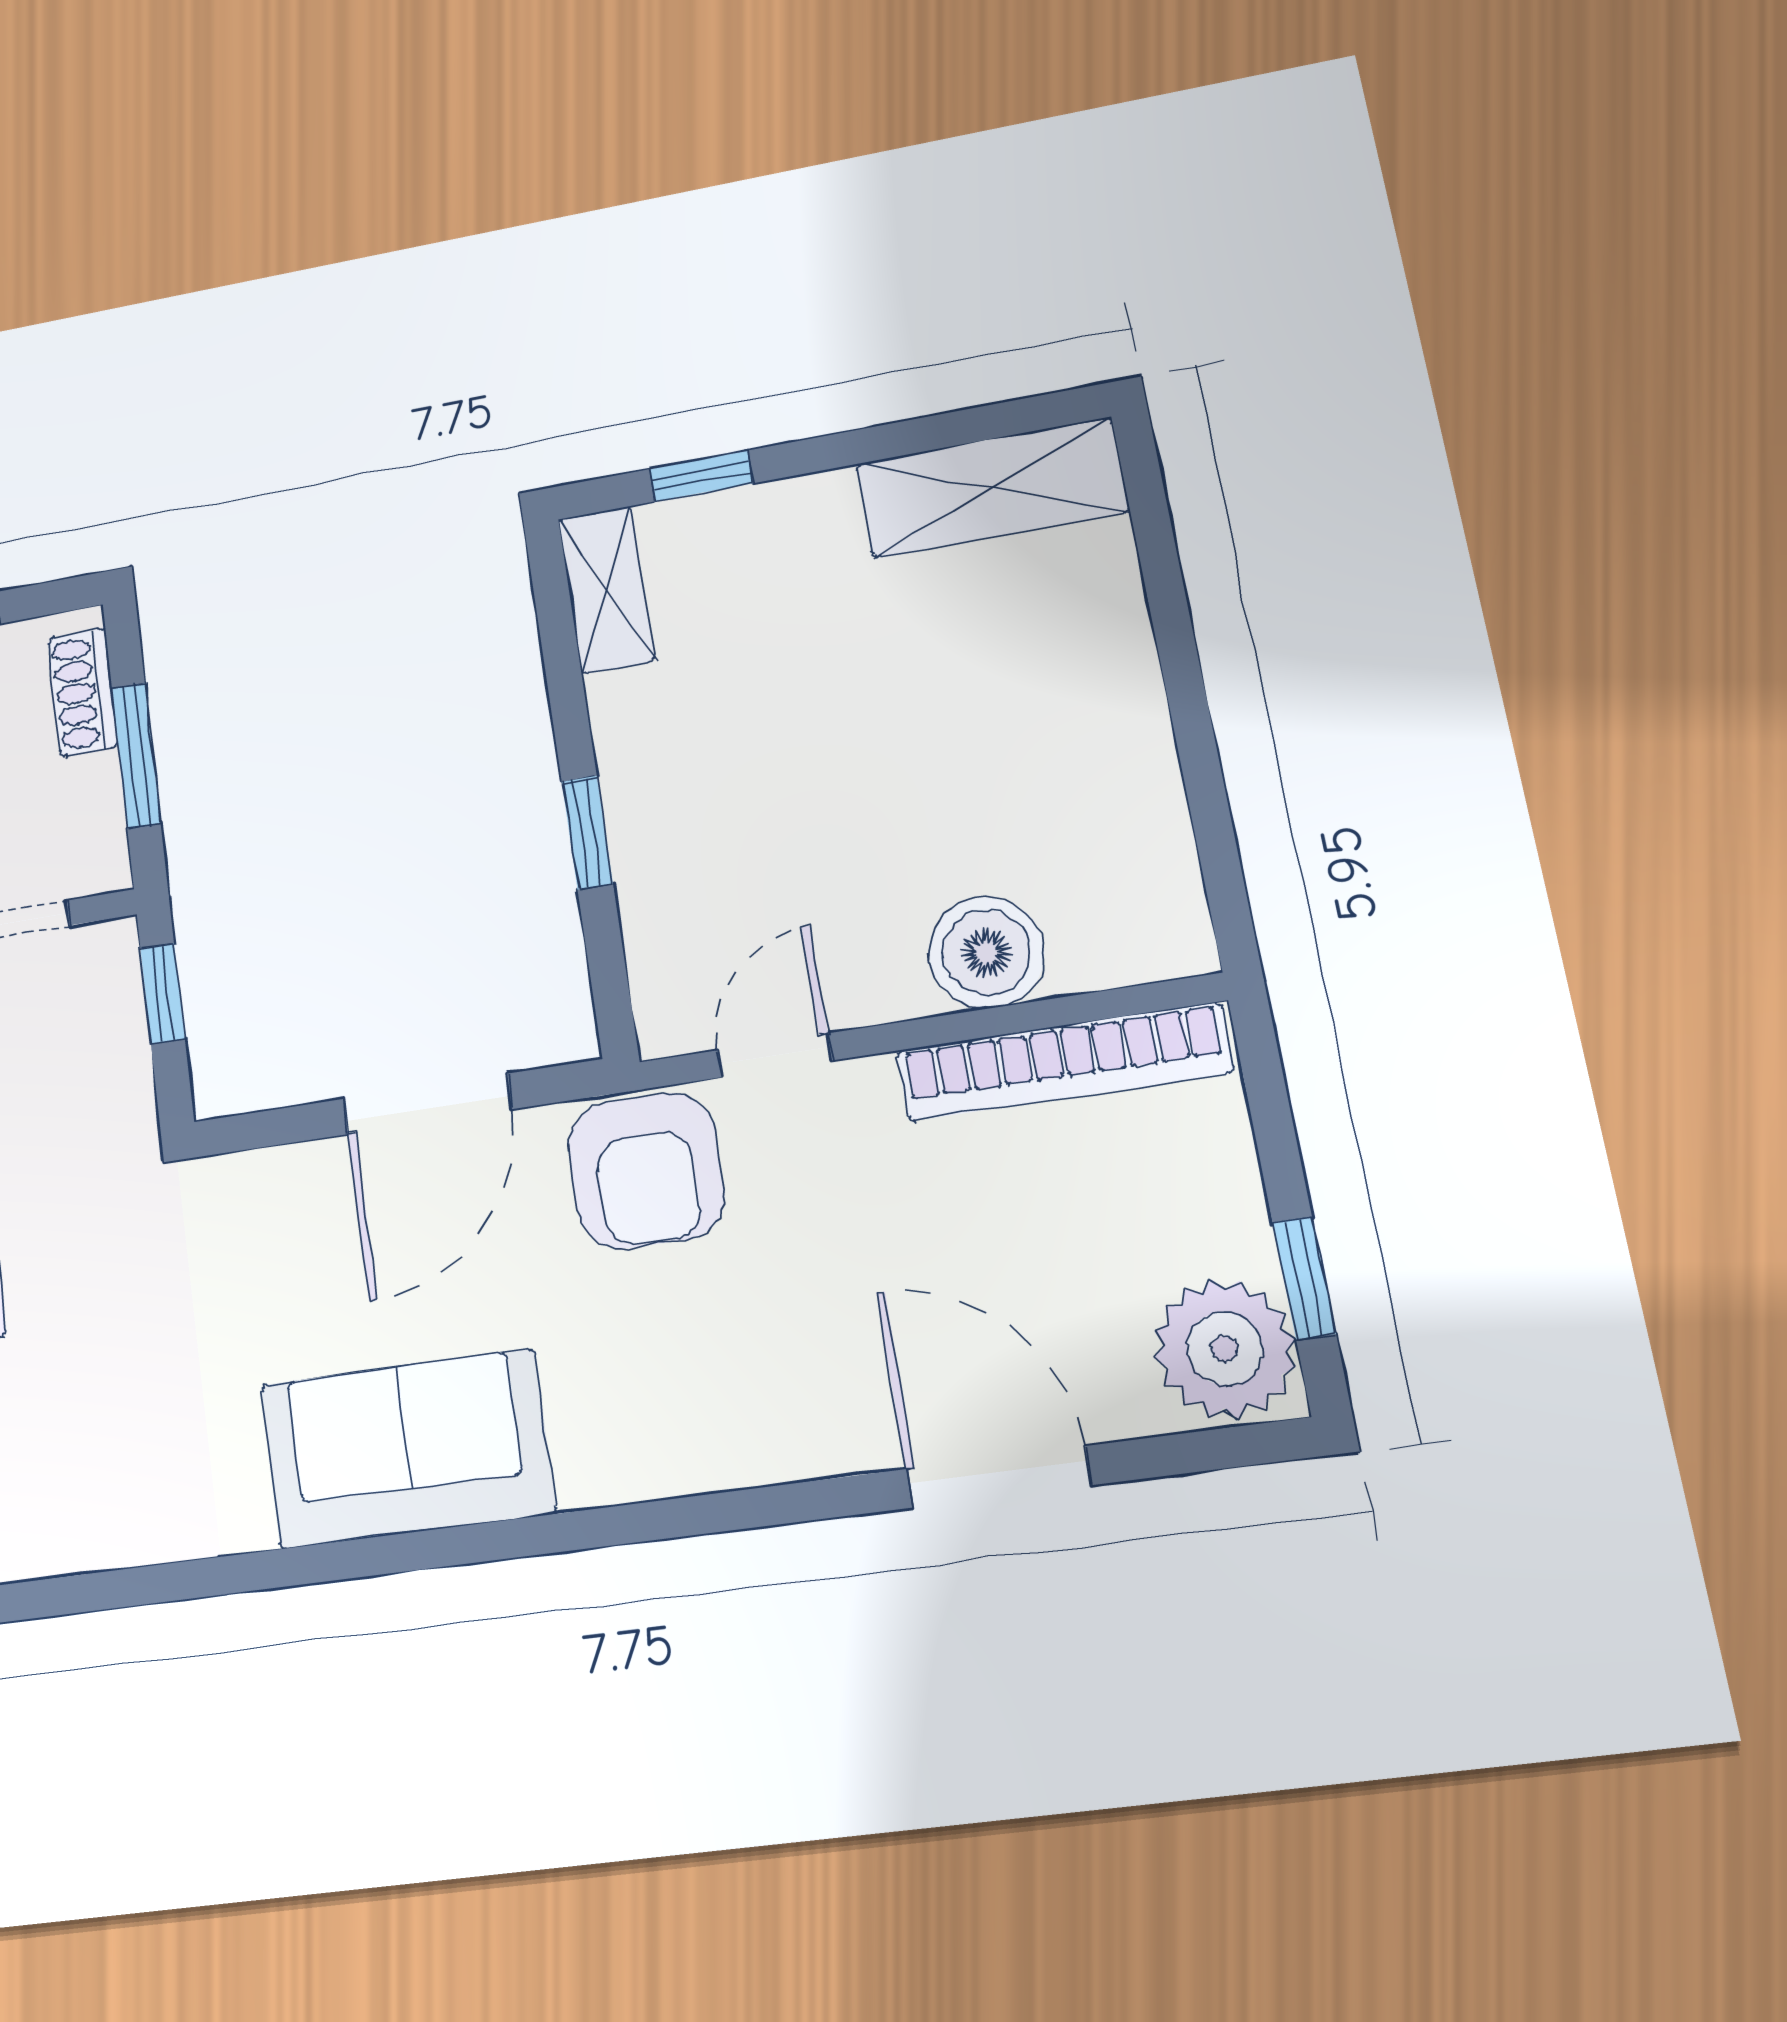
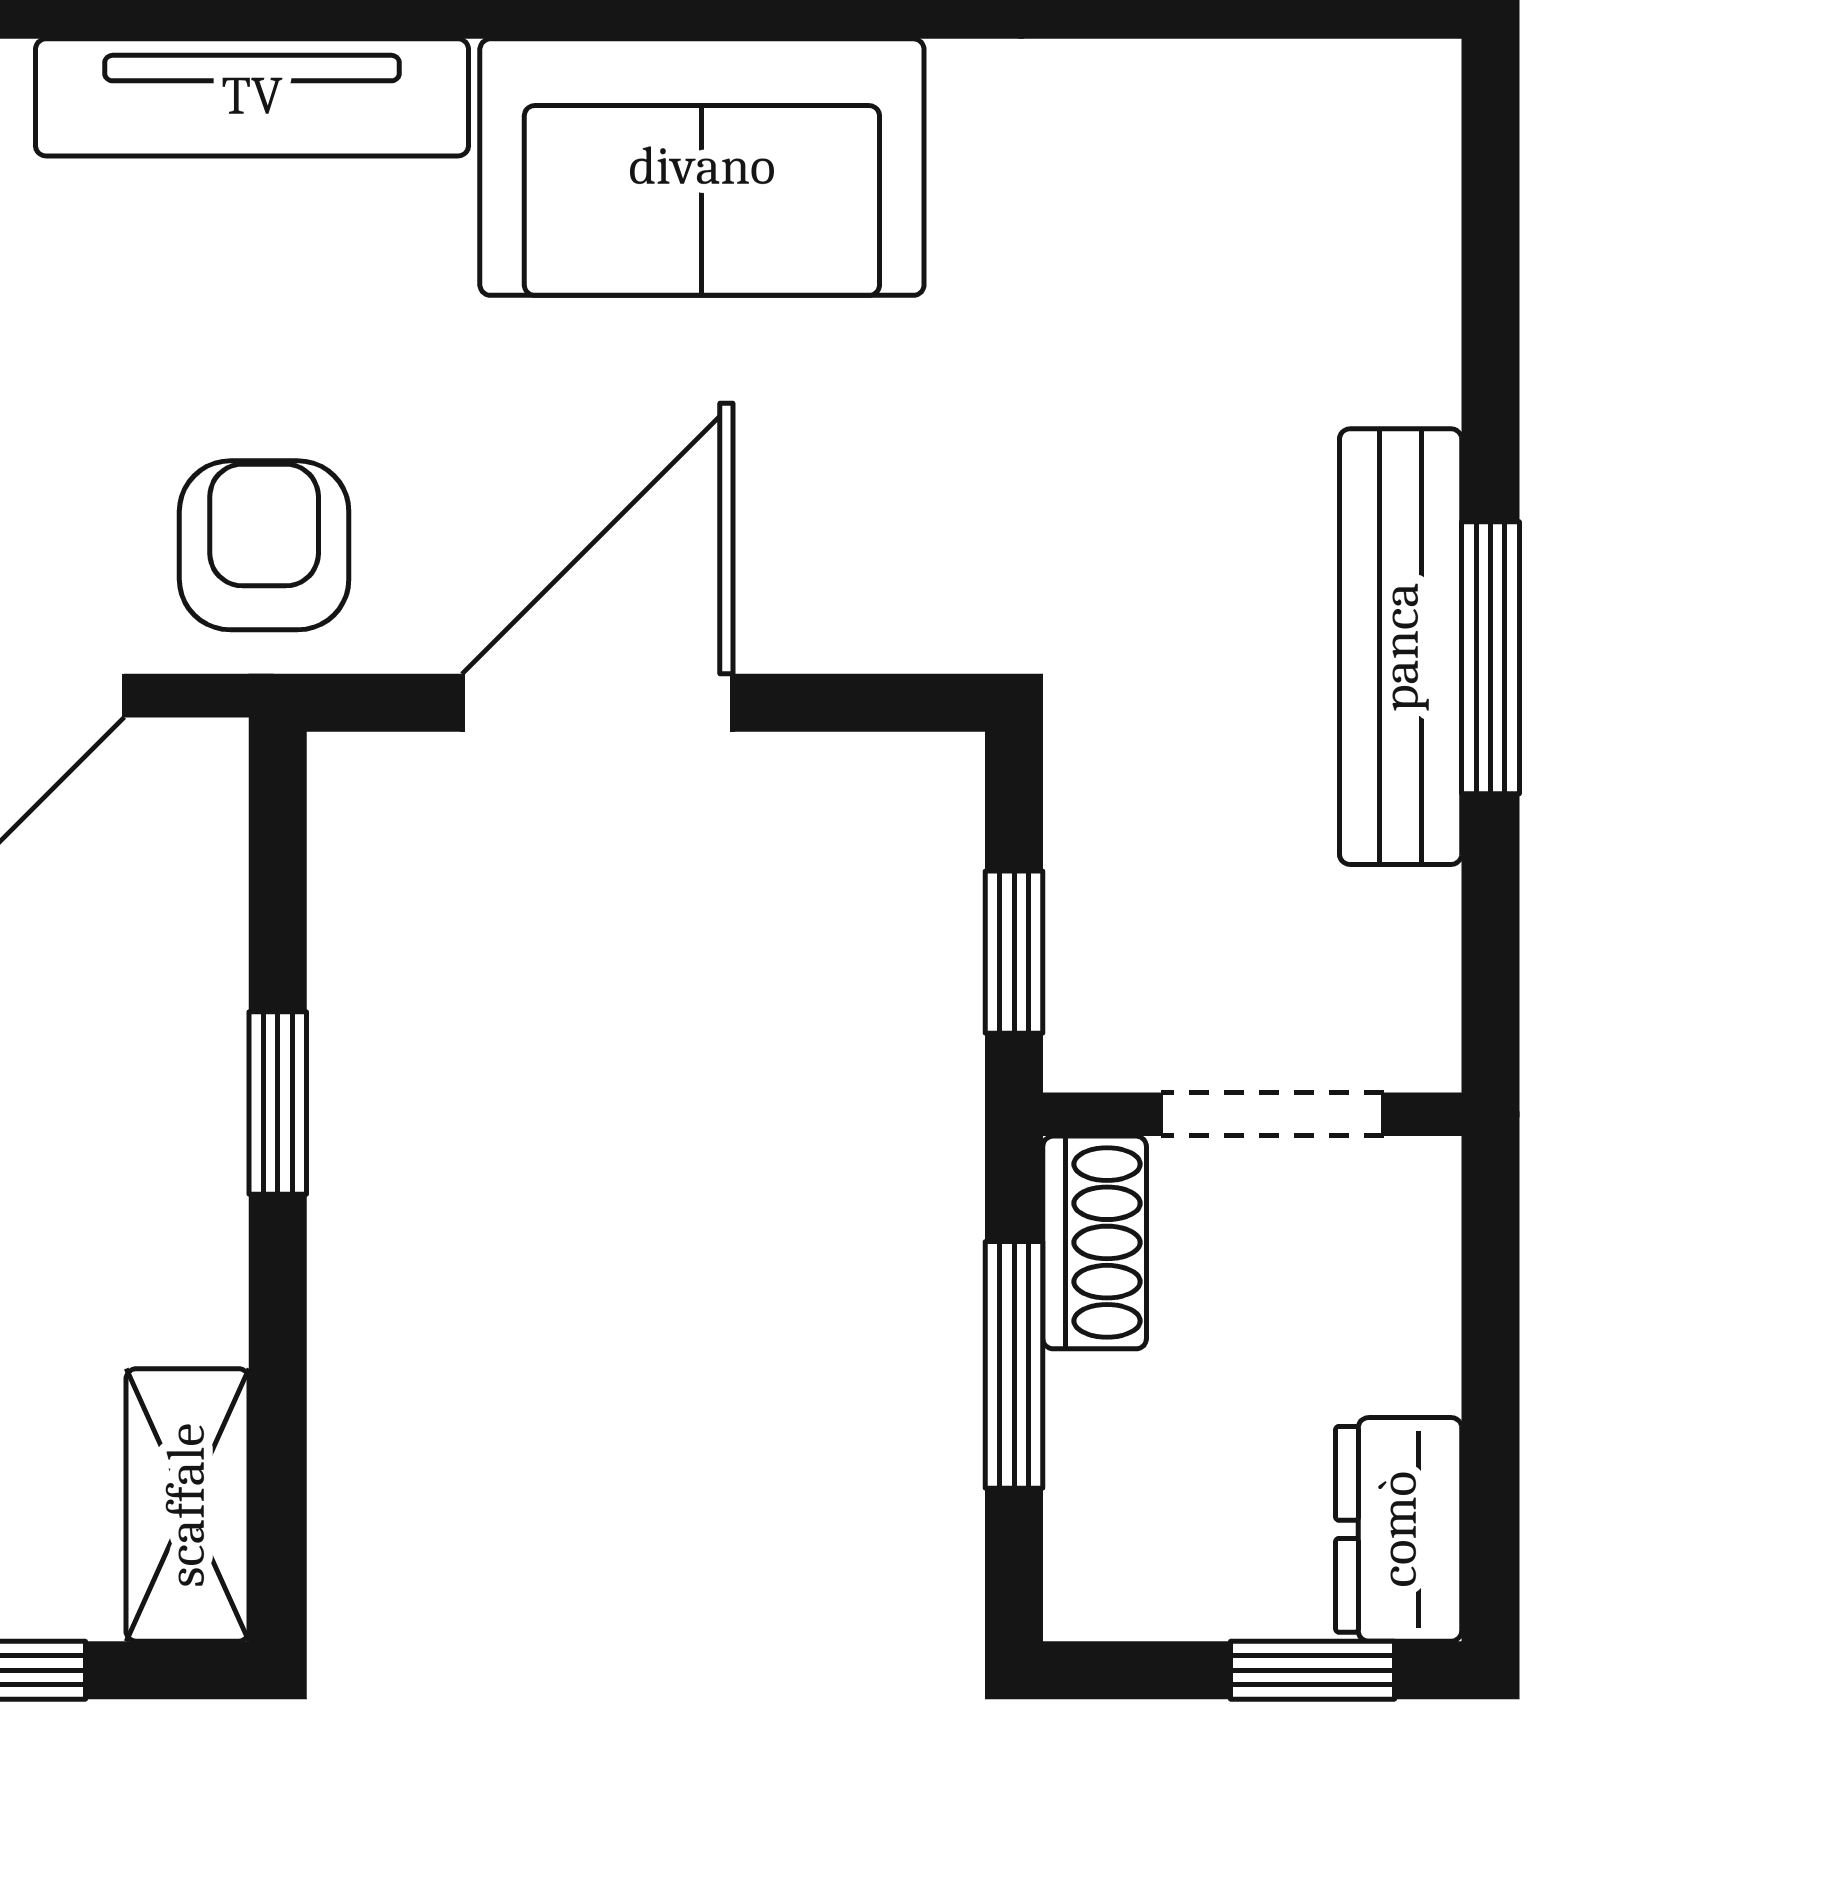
shoe rack: (83, 692) -> (1095, 1242), moved
armchair: (646, 1171) -> (264, 545), width x0.72, depth x0.72
tv unit: (697, 1457) -> (252, 97), added

